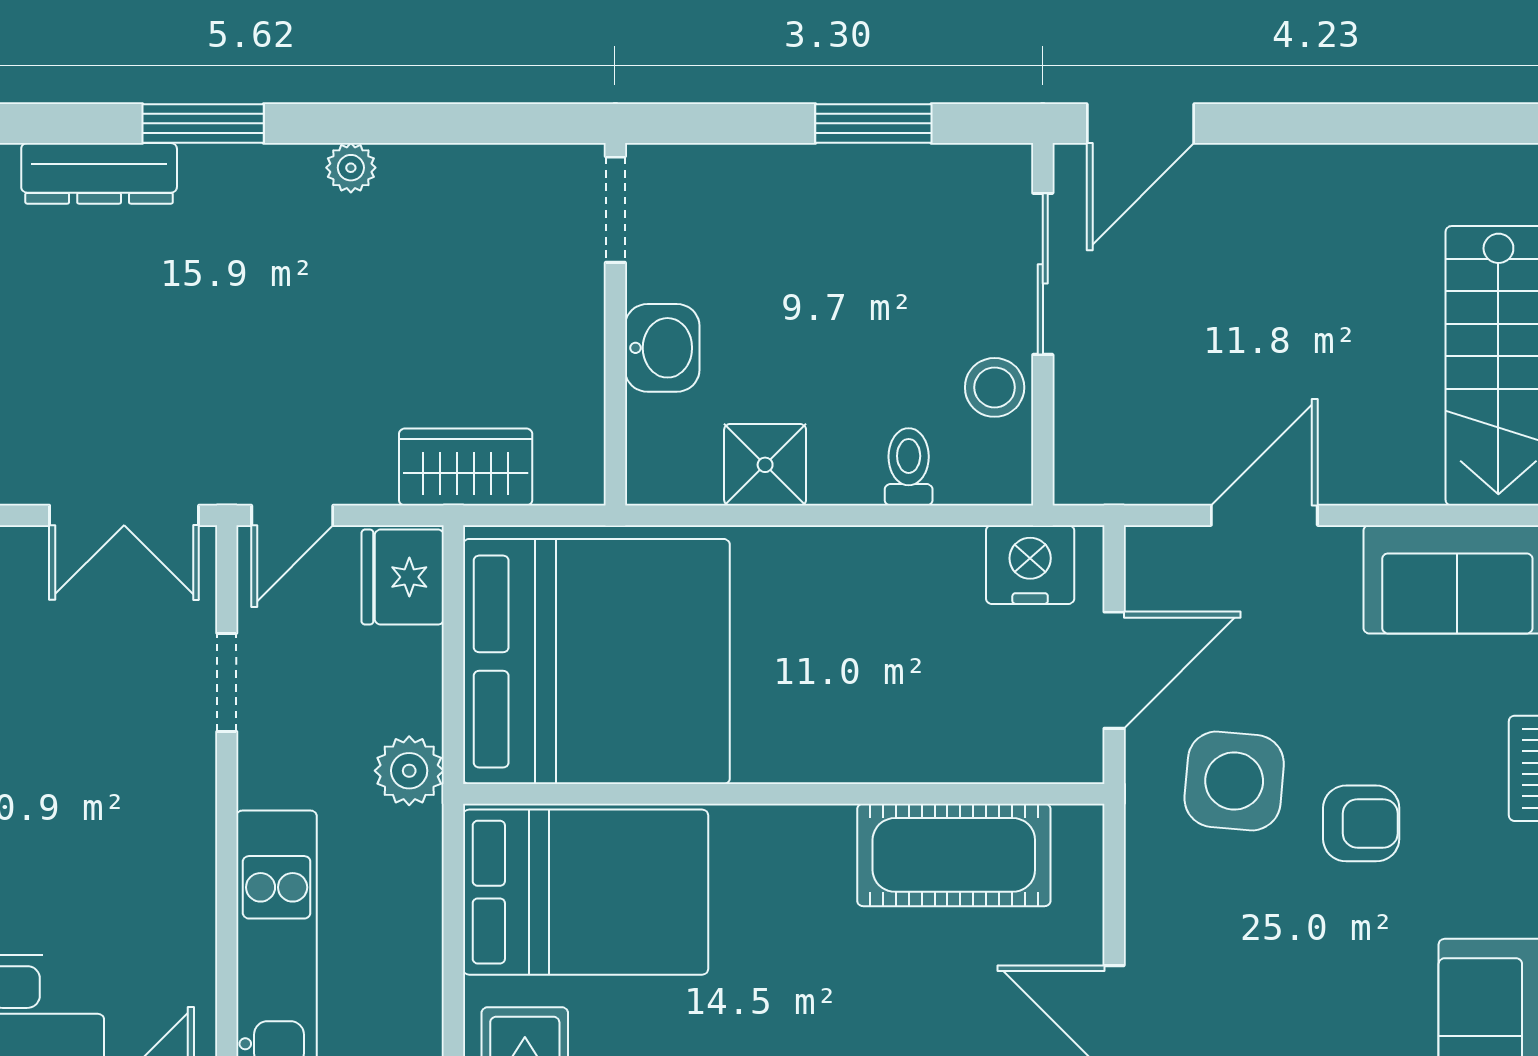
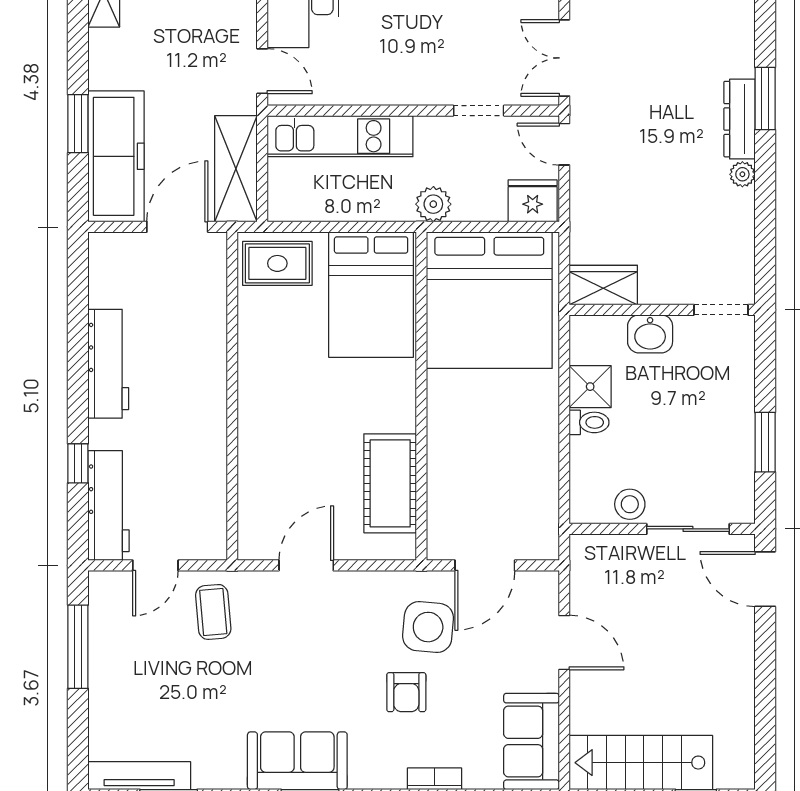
dresser: (99, 173) -> (740, 119), moved
wardrobe: (466, 467) -> (603, 285), moved, turned -90
toilet: (909, 467) -> (589, 422), moved
nightstand: (1030, 565) -> (539, 522), removed
door: (1114, 670) -> (485, 565), hinge flipped

